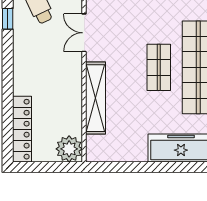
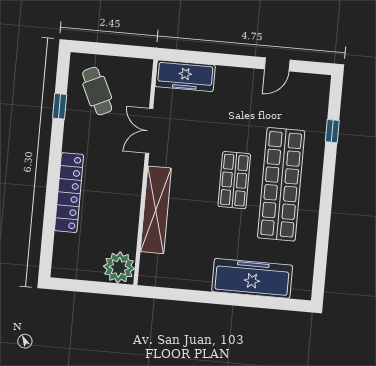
locker: (22, 129) -> (69, 193), moved

